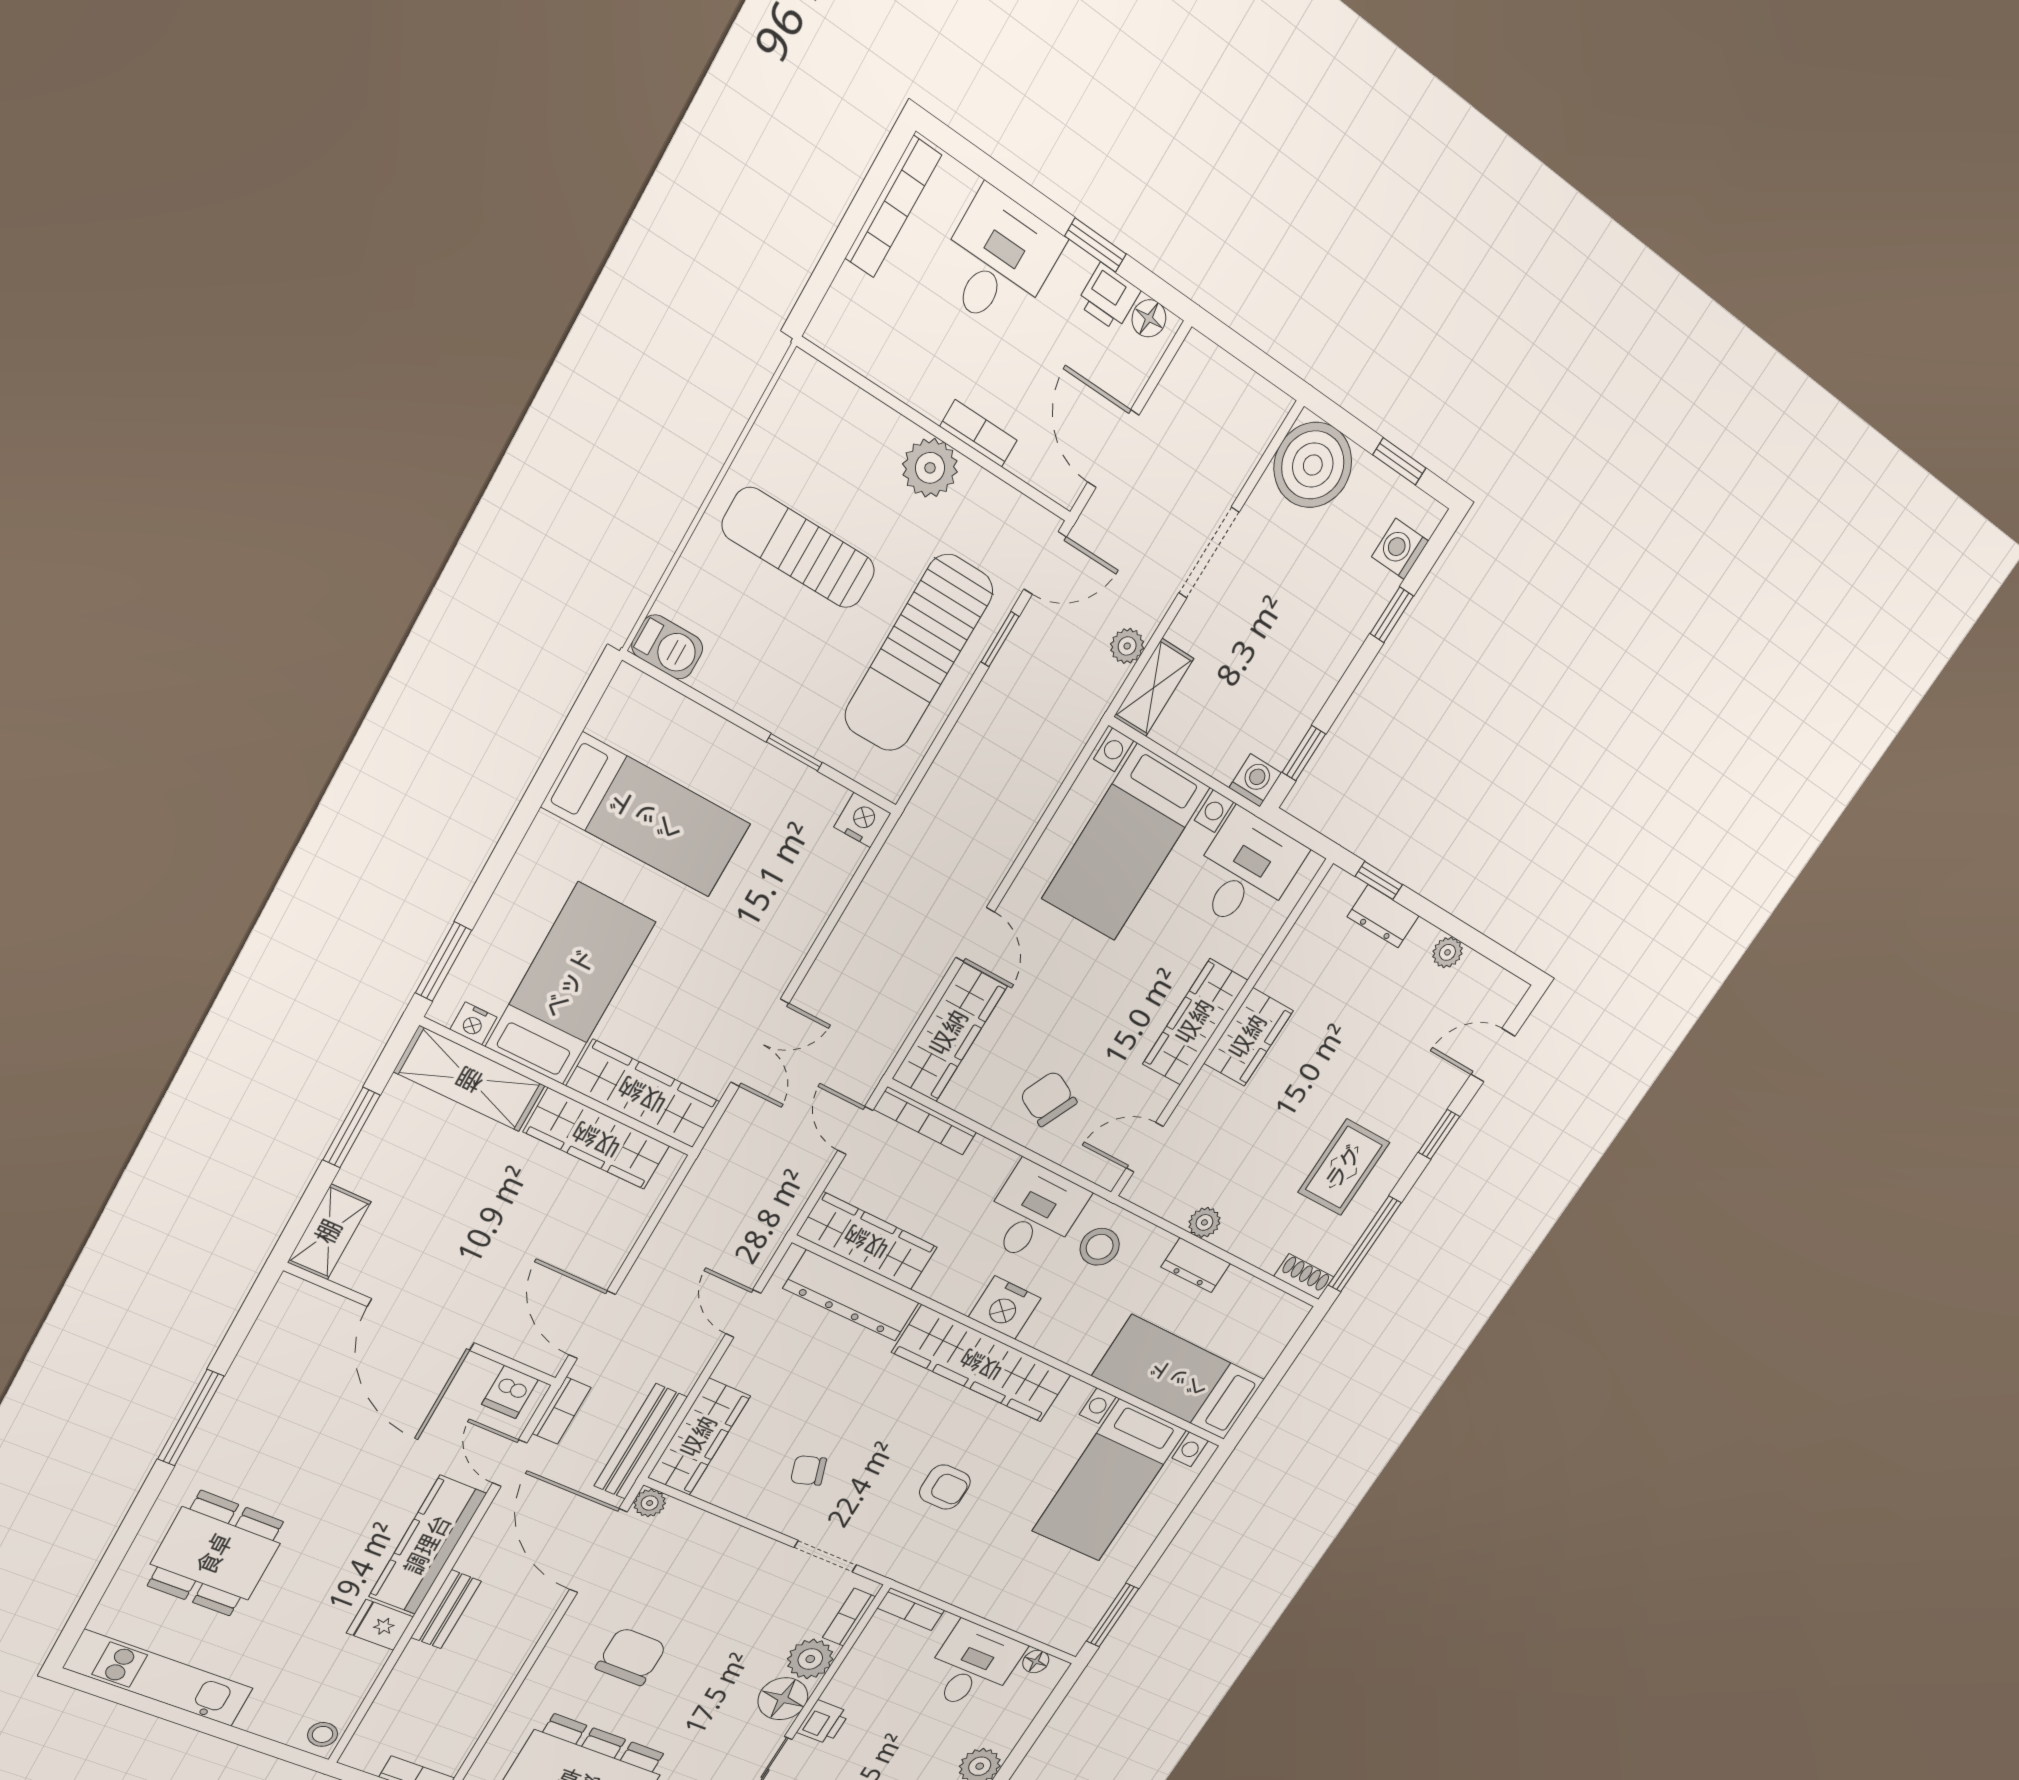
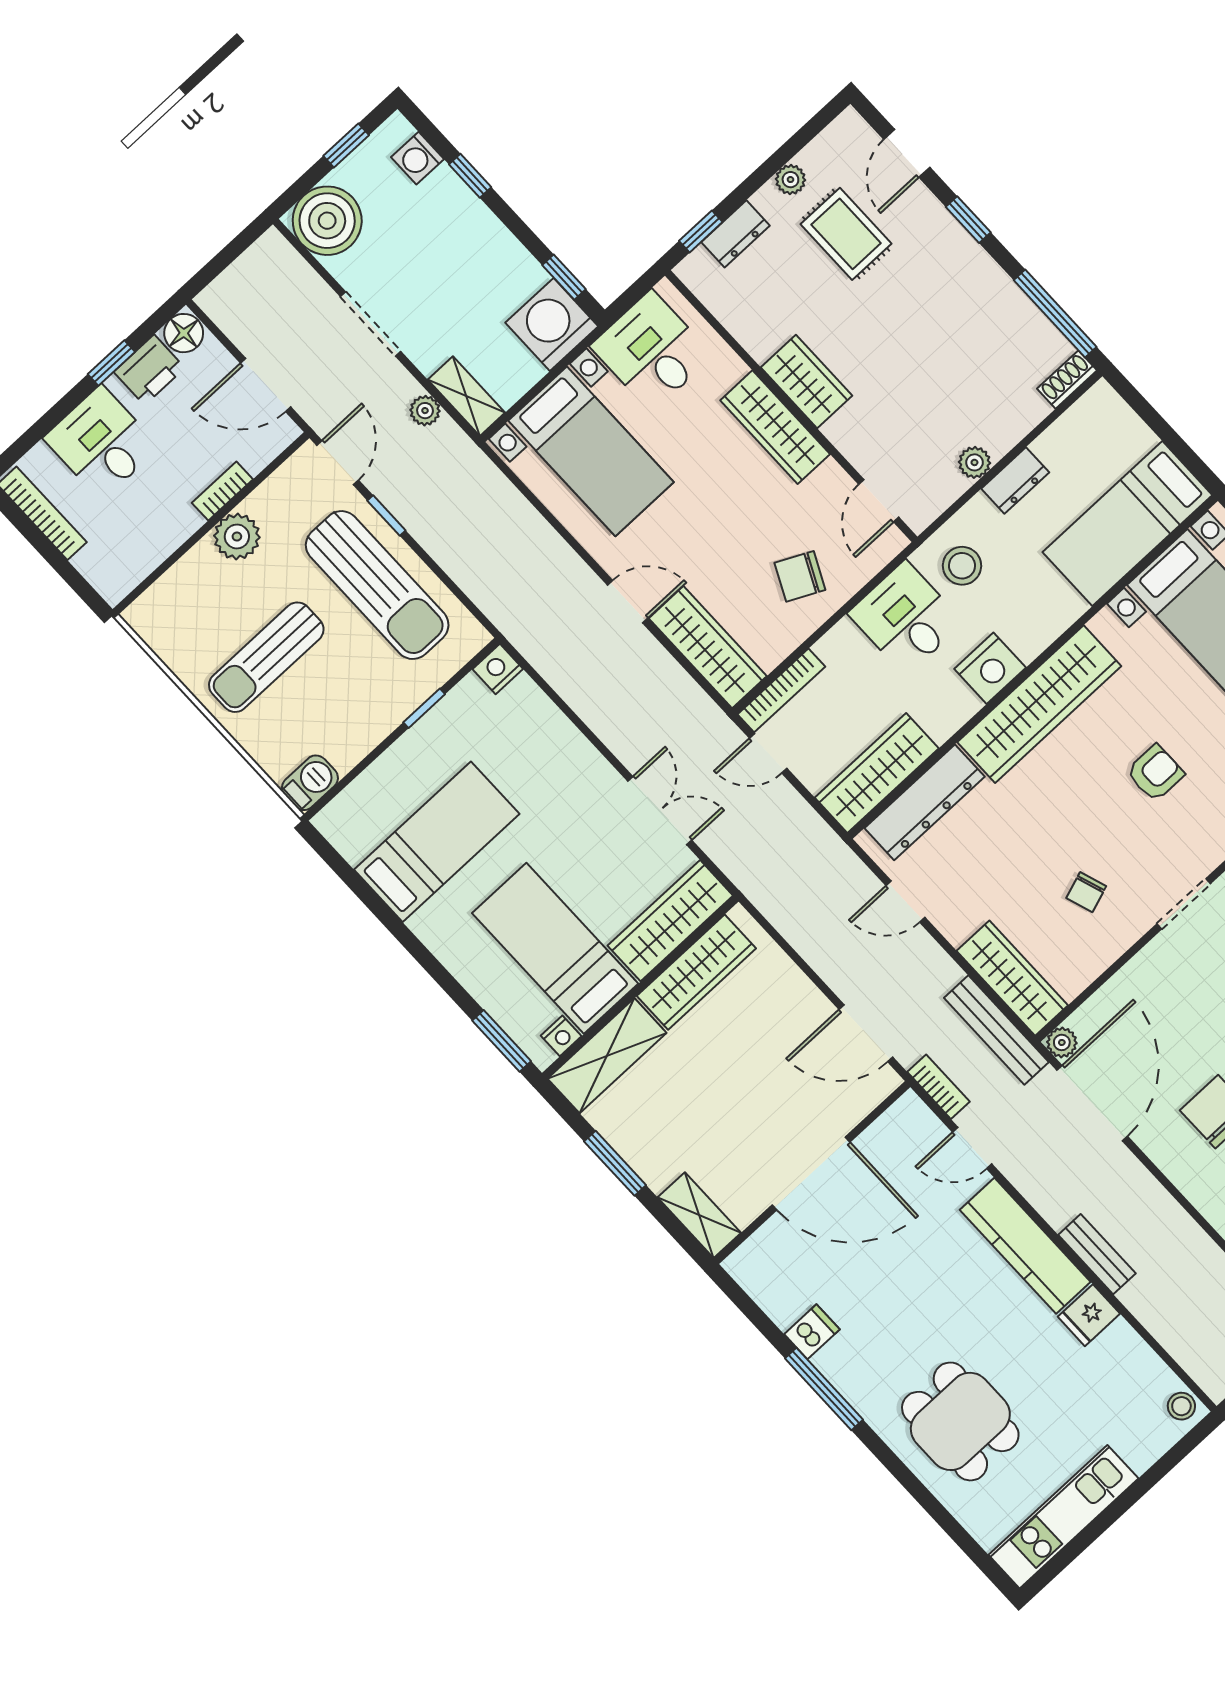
printer: (1109, 297) -> (149, 370), width x1.36, depth x1.24
floor lamp: (1149, 318) -> (184, 333), width x1.37, depth x1.37
washing machine: (1255, 780) -> (552, 324), width x1.89, depth x1.89
rug: (1344, 1167) -> (846, 234), moved
dishwasher: (510, 1392) -> (812, 1332), moved, turned -90
door: (598, 1551) -> (1092, 1103), swing flipped

